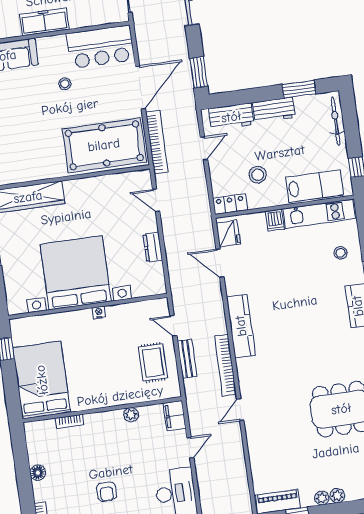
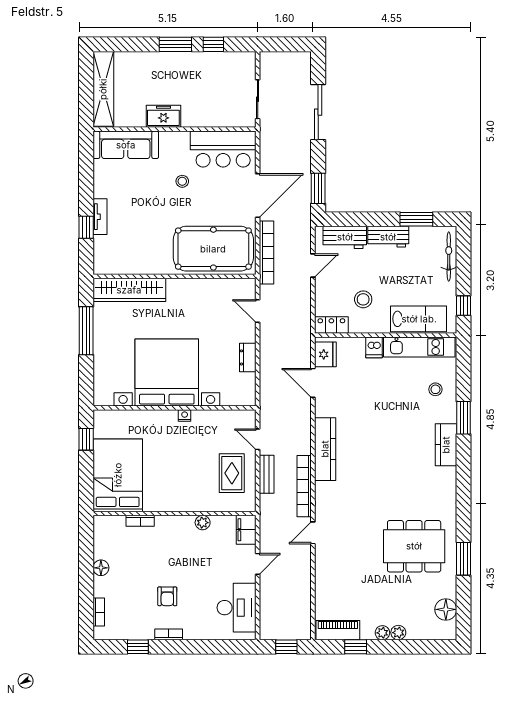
freezer: (44, 22) -> (163, 116), width x0.71

